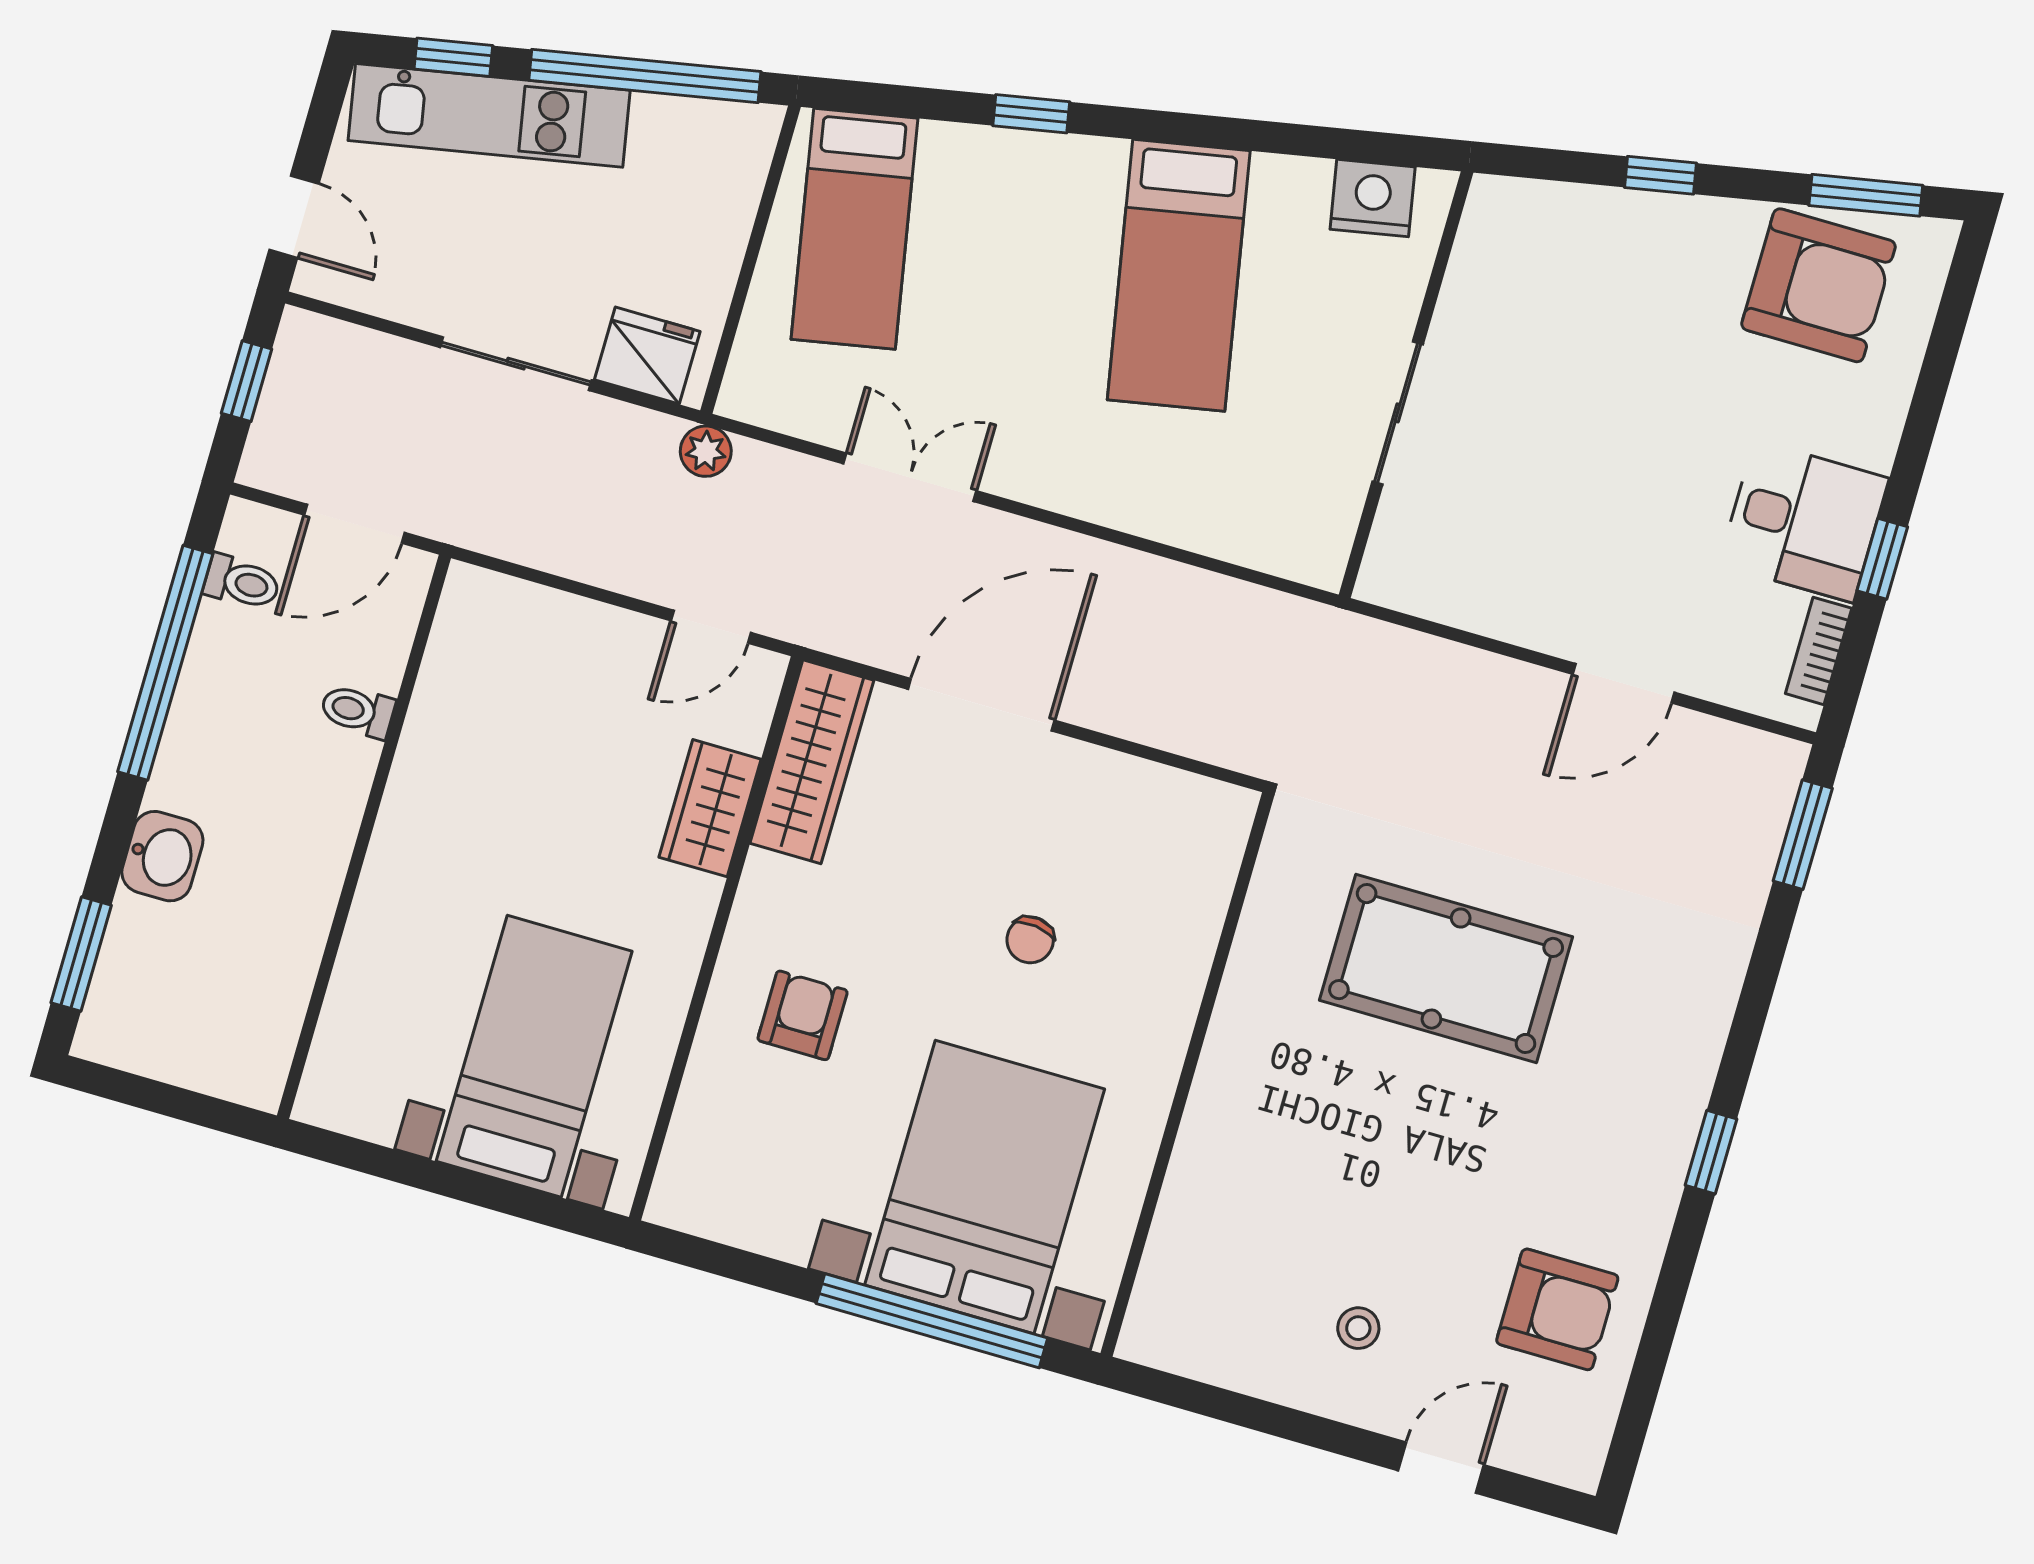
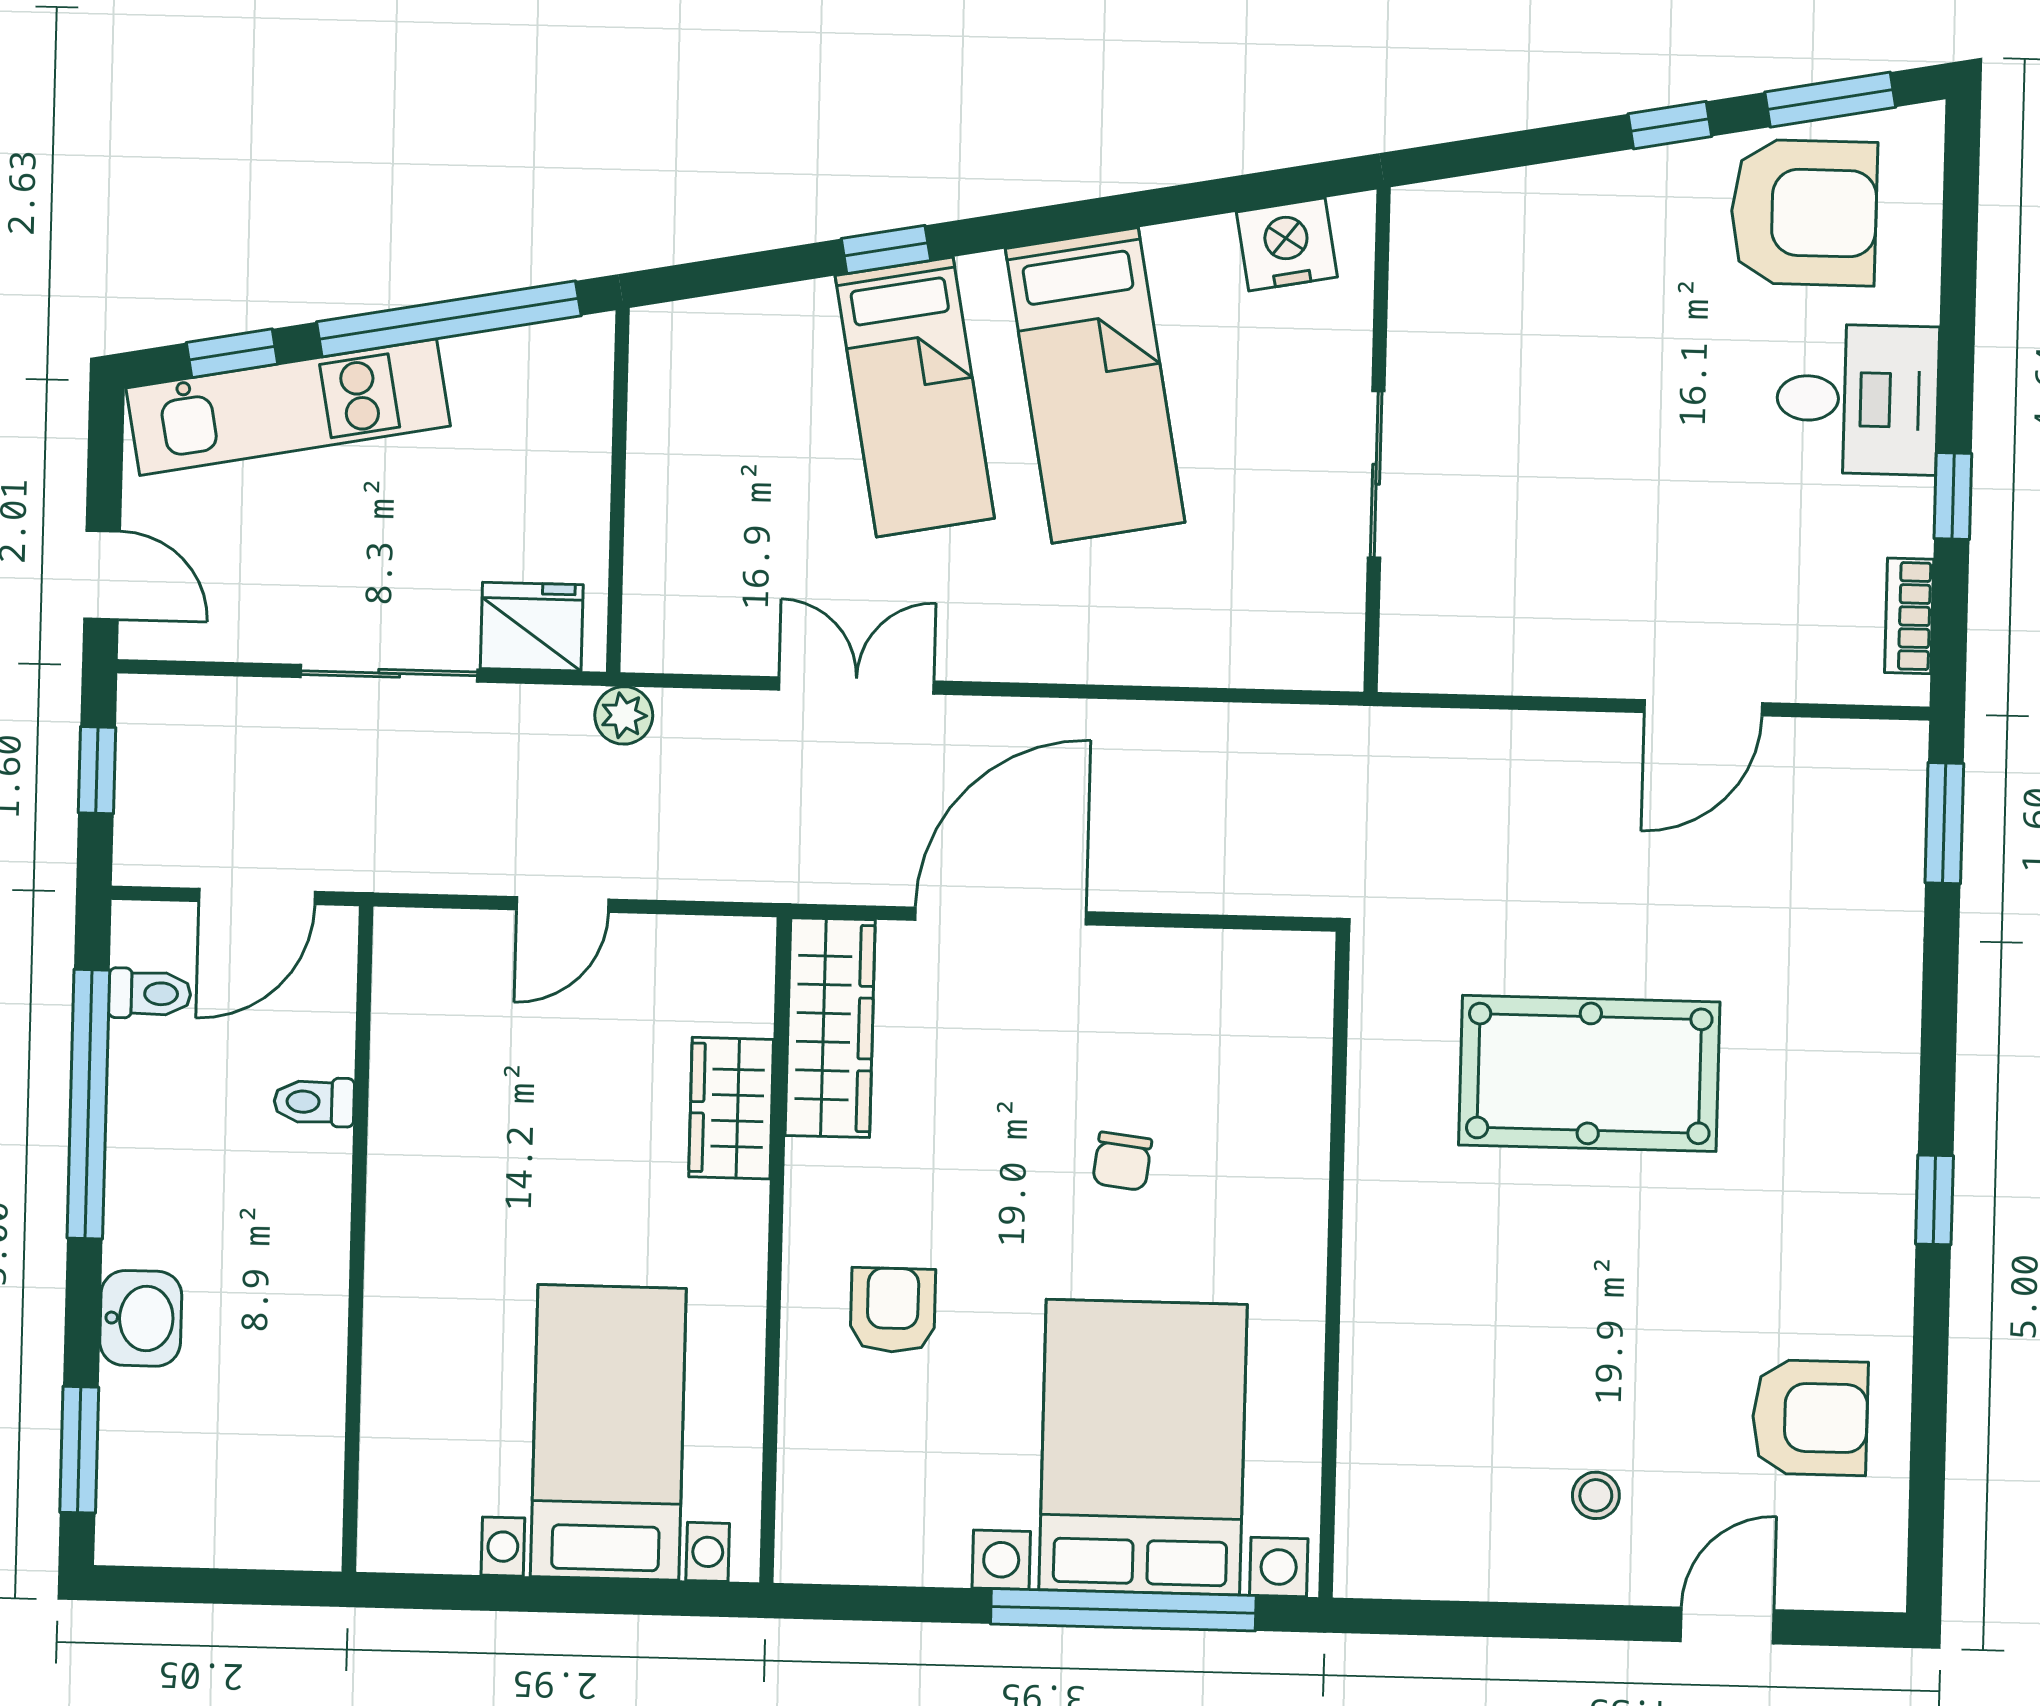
window: (1660, 175) -> (1670, 125), moved
bed: (855, 229) -> (915, 397), moved
desk: (1804, 521) -> (1858, 399), moved
door: (711, 627) -> (562, 904), moved

